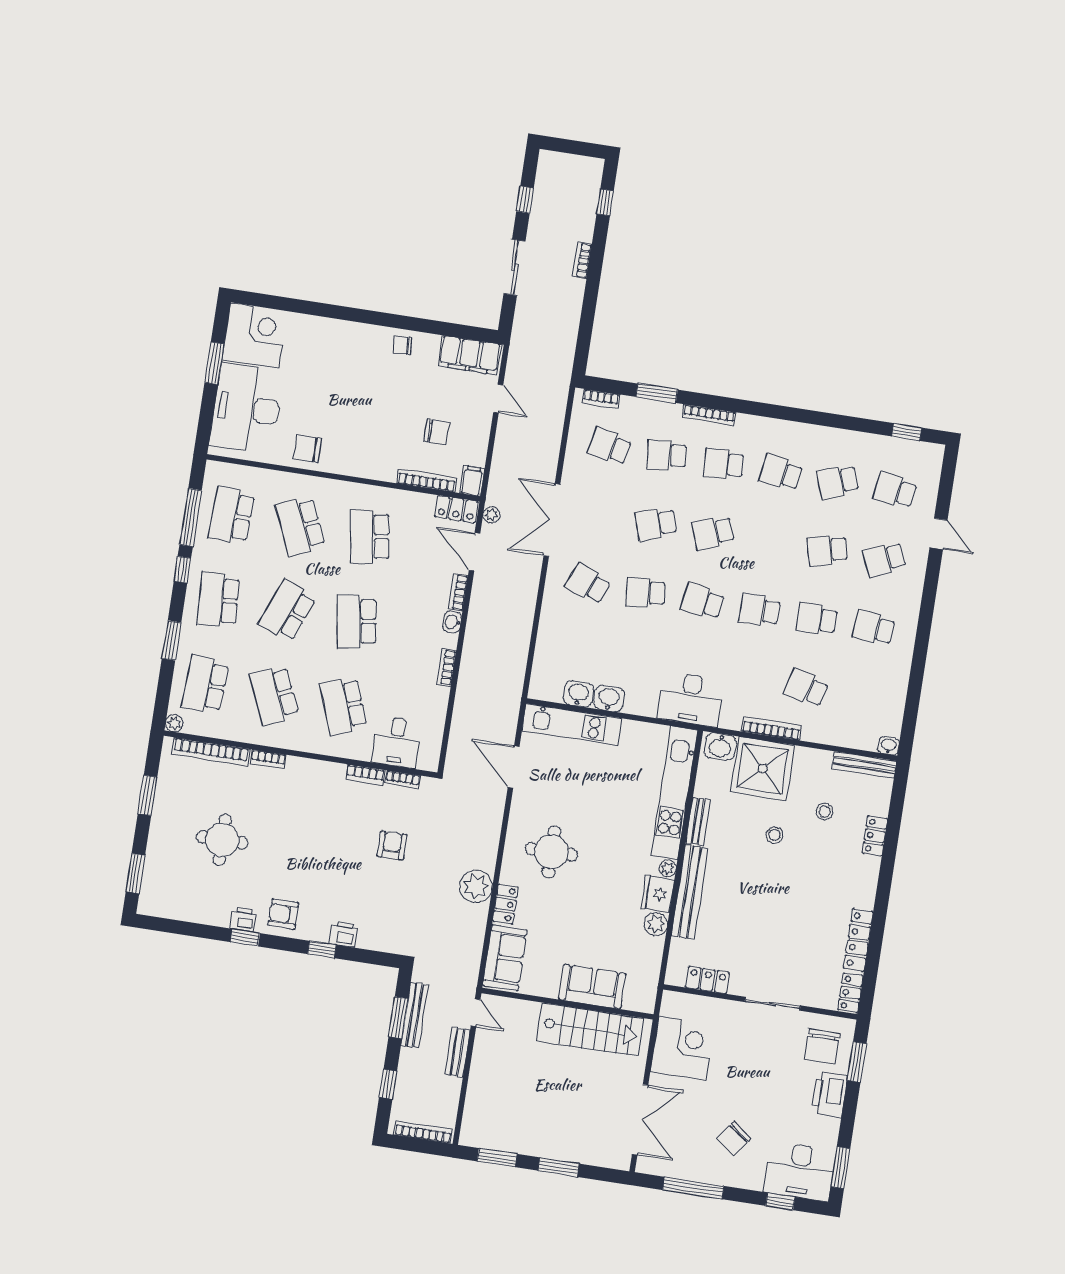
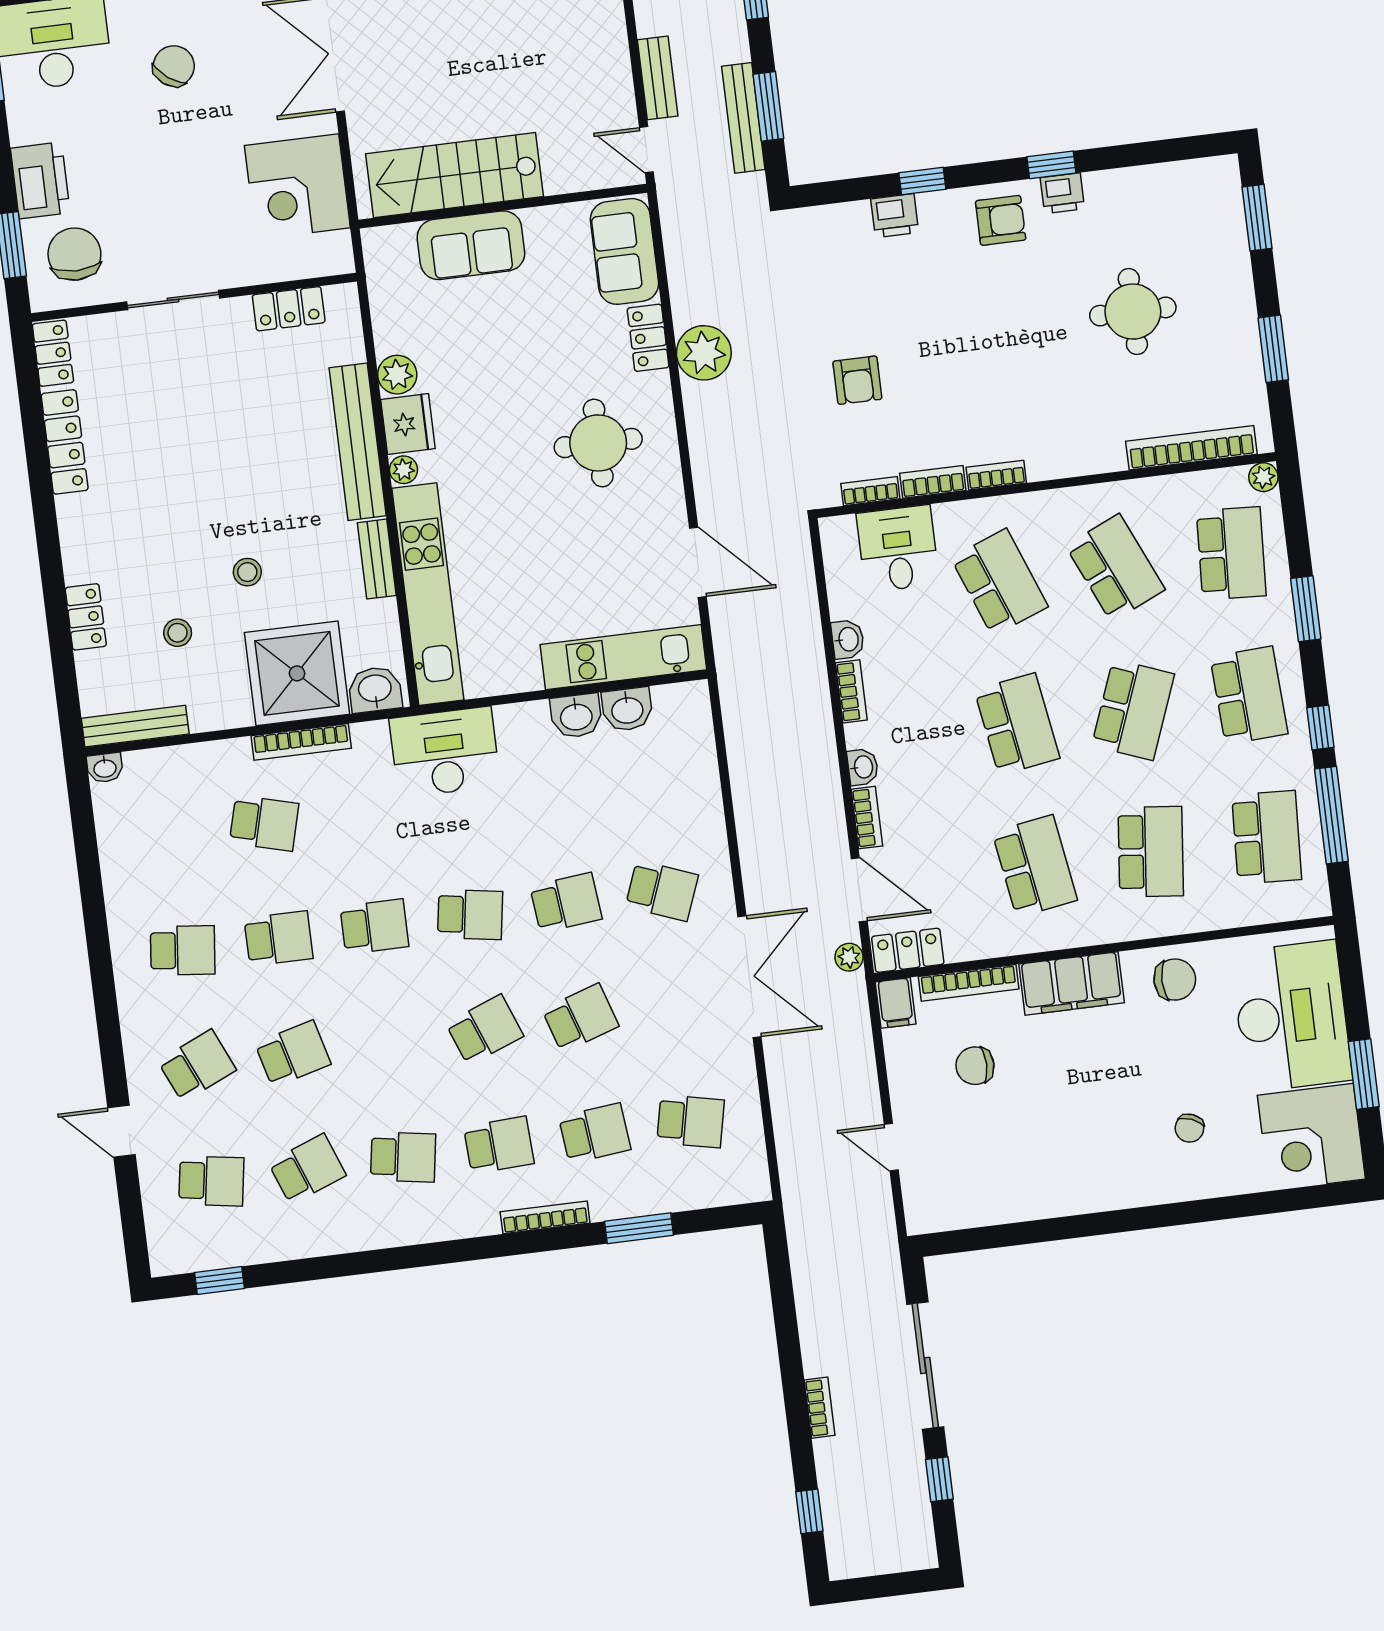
sliding door: (514, 267) -> (925, 1365), width x1.37
chair: (402, 345) -> (1189, 1128), moved, turned 117
filing cabinet: (470, 355) -> (1072, 983), moved, turned 180
bookcase: (601, 399) -> (726, 1194), removed
school desk: (300, 526) -> (1151, 852), turned 30
washbasin: (440, 698) -> (848, 639), added
bookcase: (268, 759) -> (996, 475), moved

